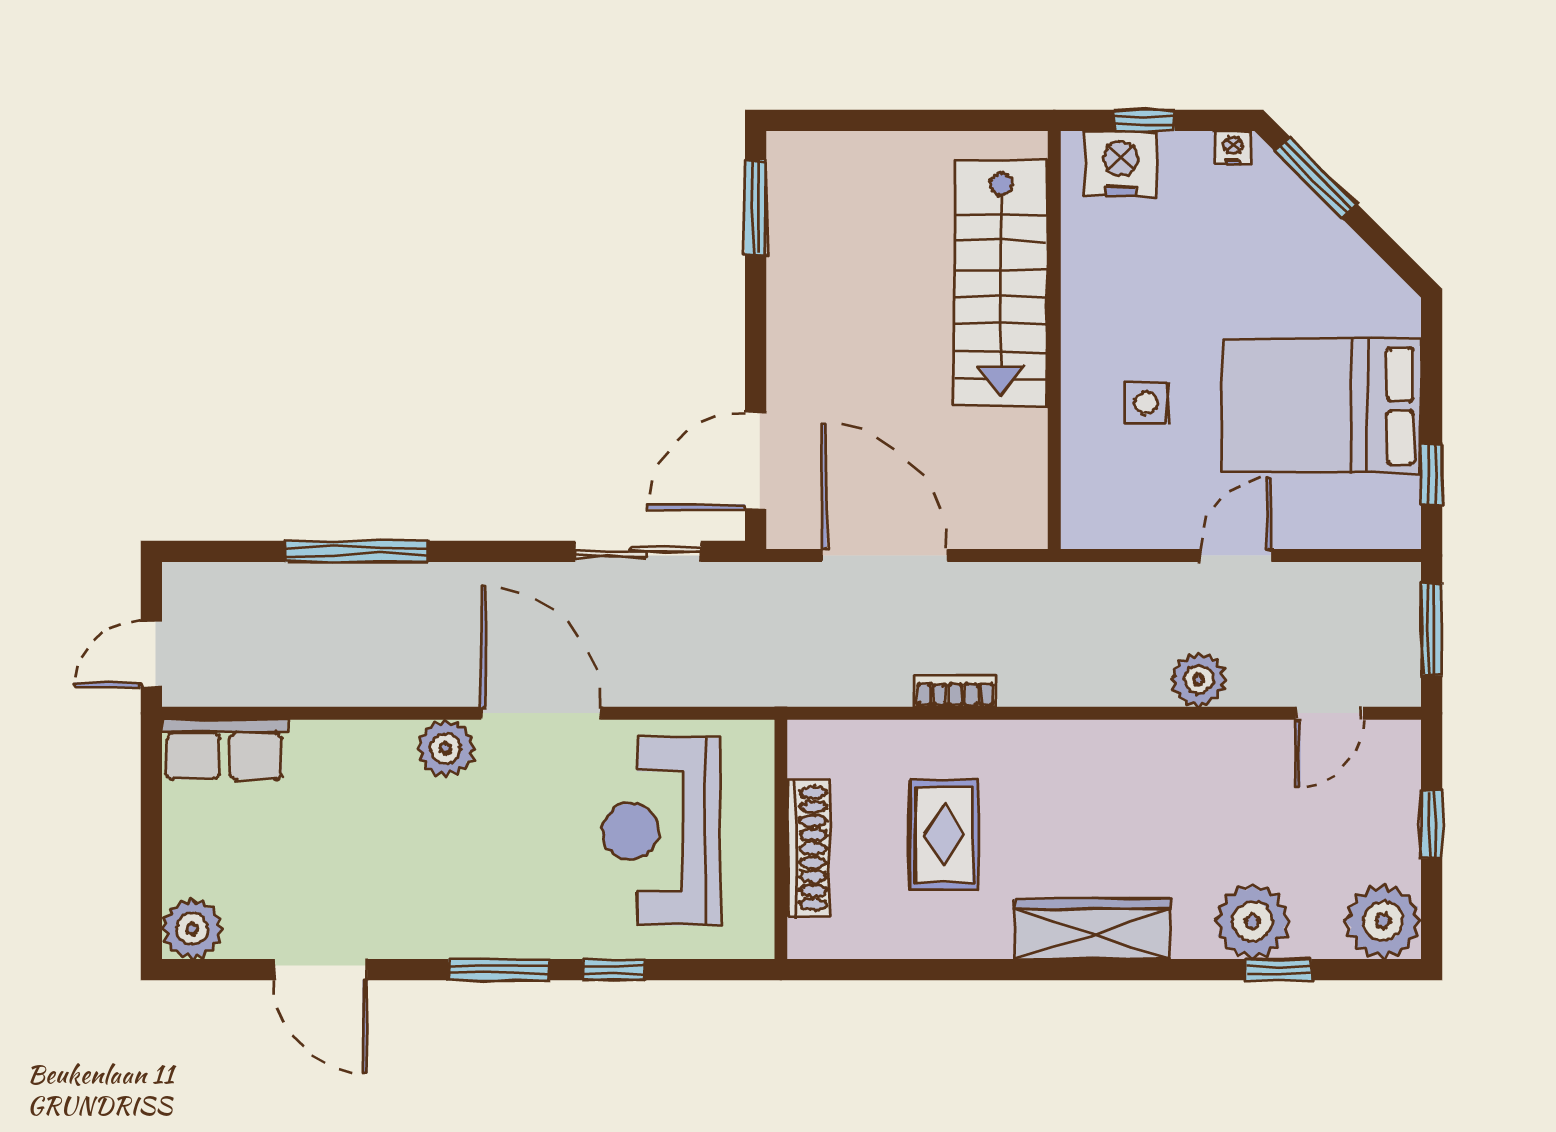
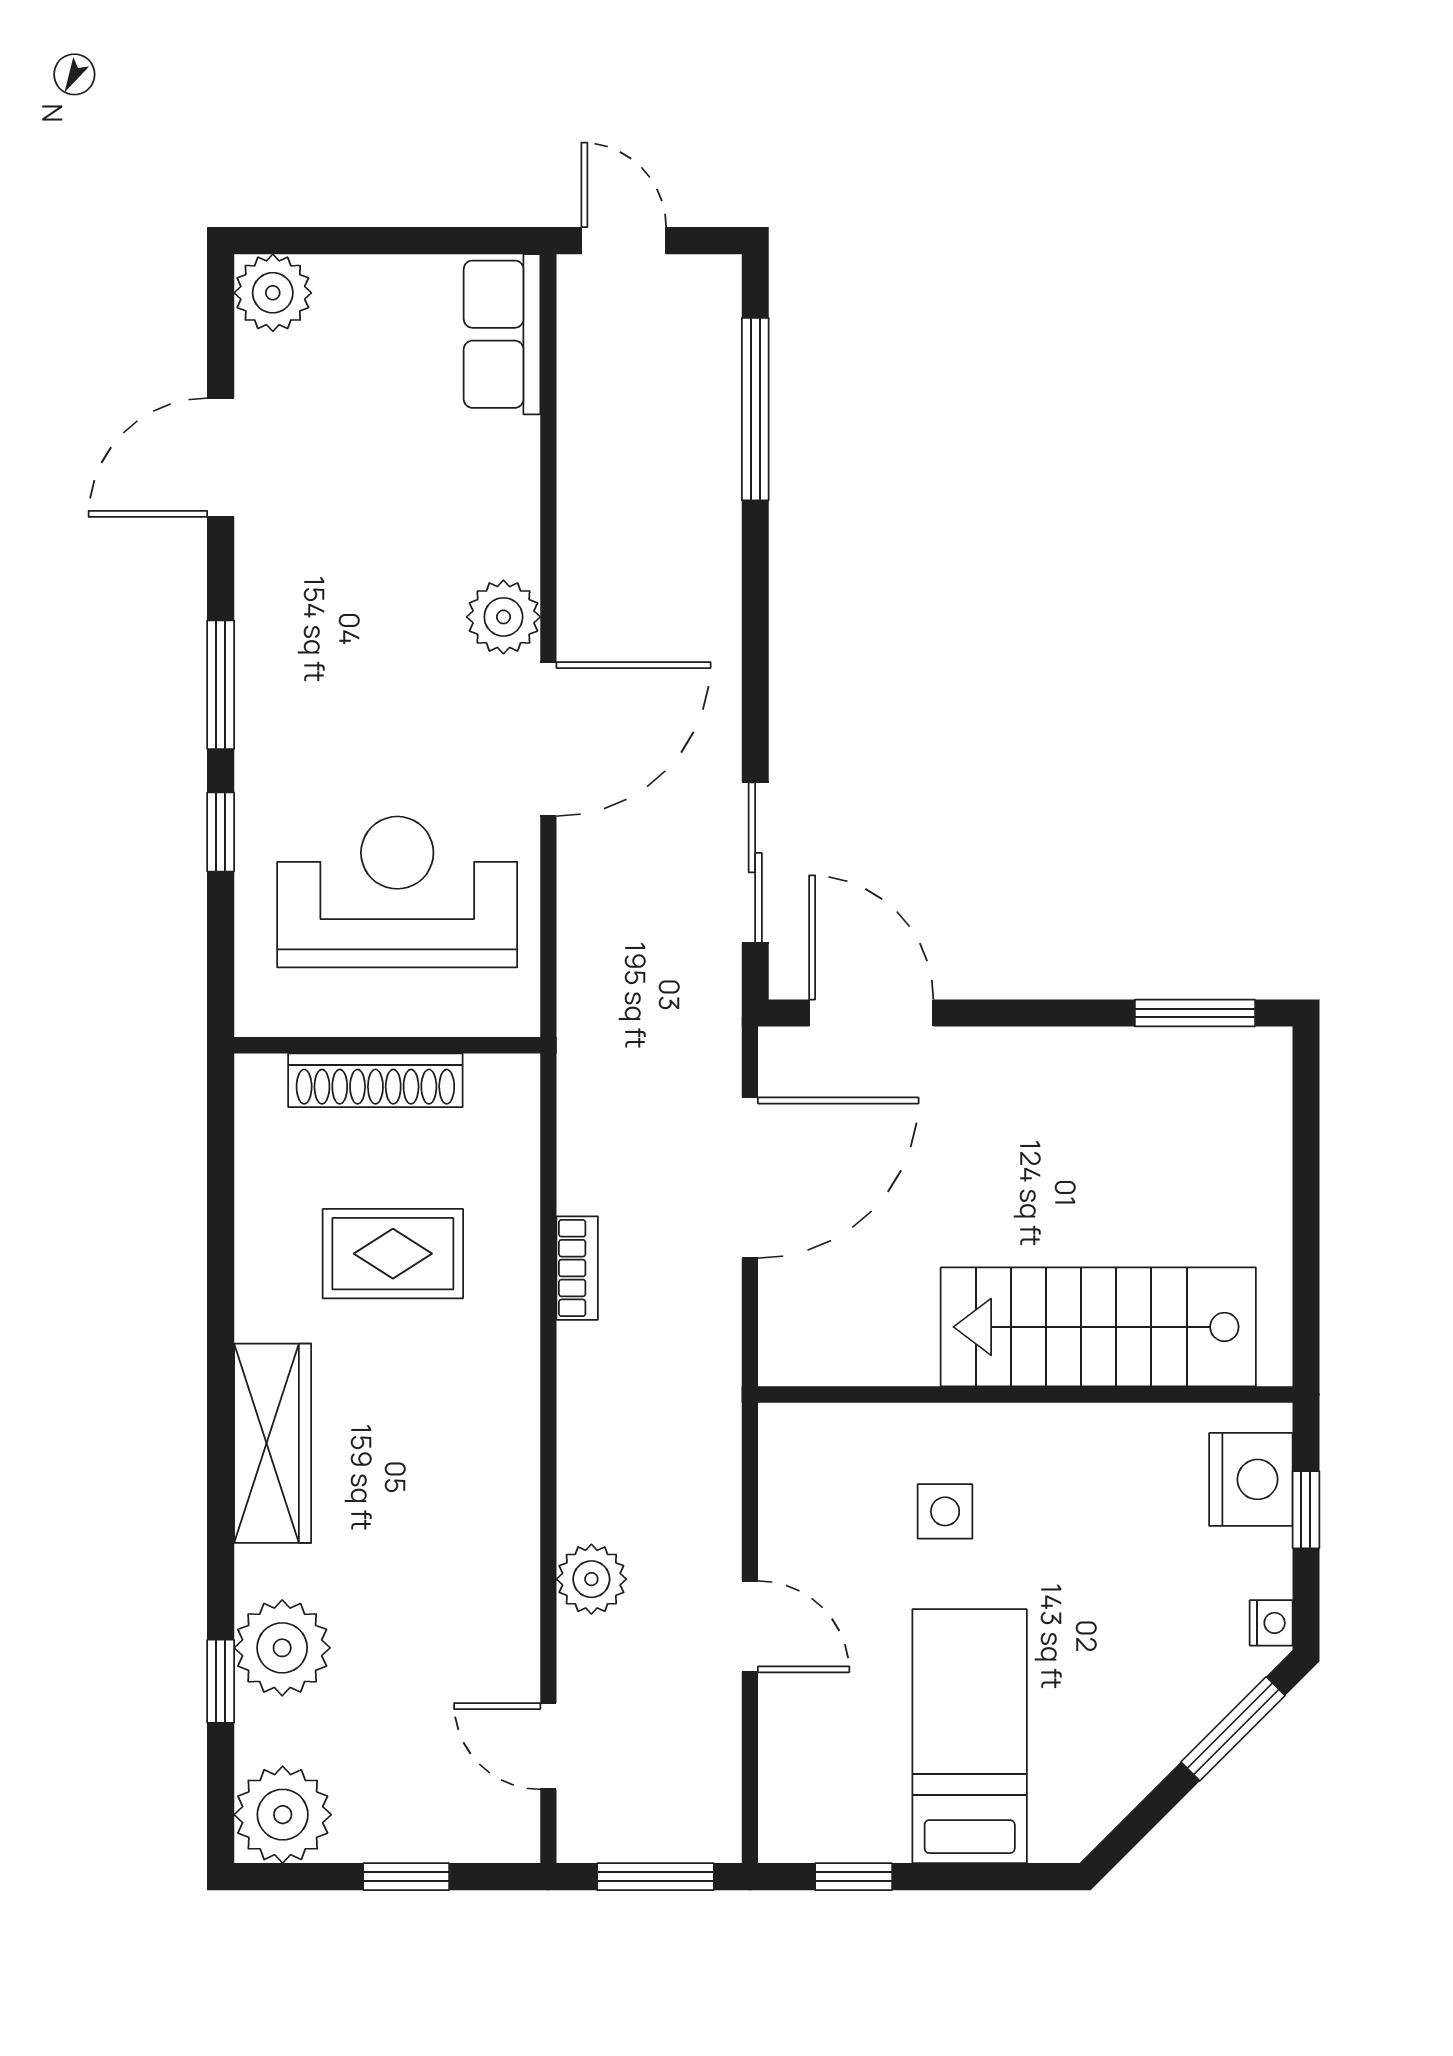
bed: (1322, 406) -> (970, 1736), width x0.67
window: (357, 551) -> (755, 409), moved

